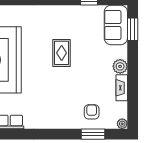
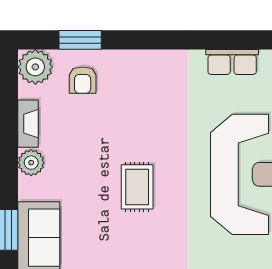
plant: (122, 124) -> (35, 67), width x1.88, depth x1.88

